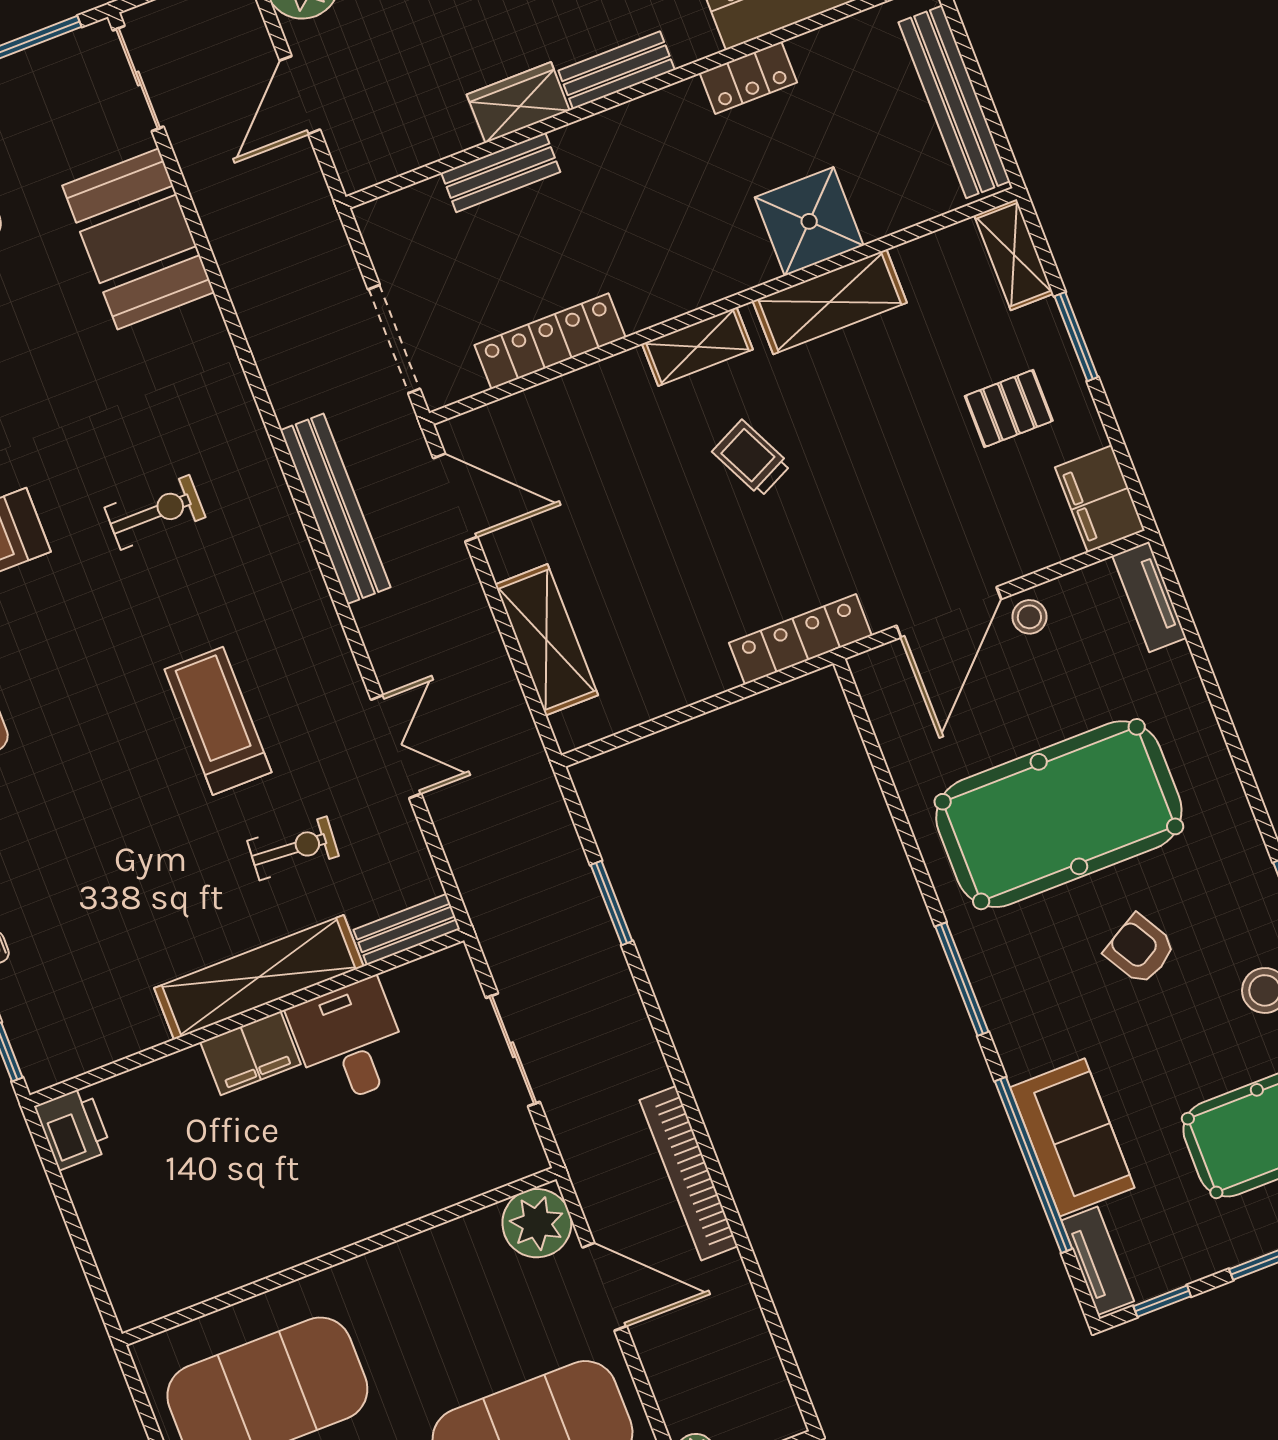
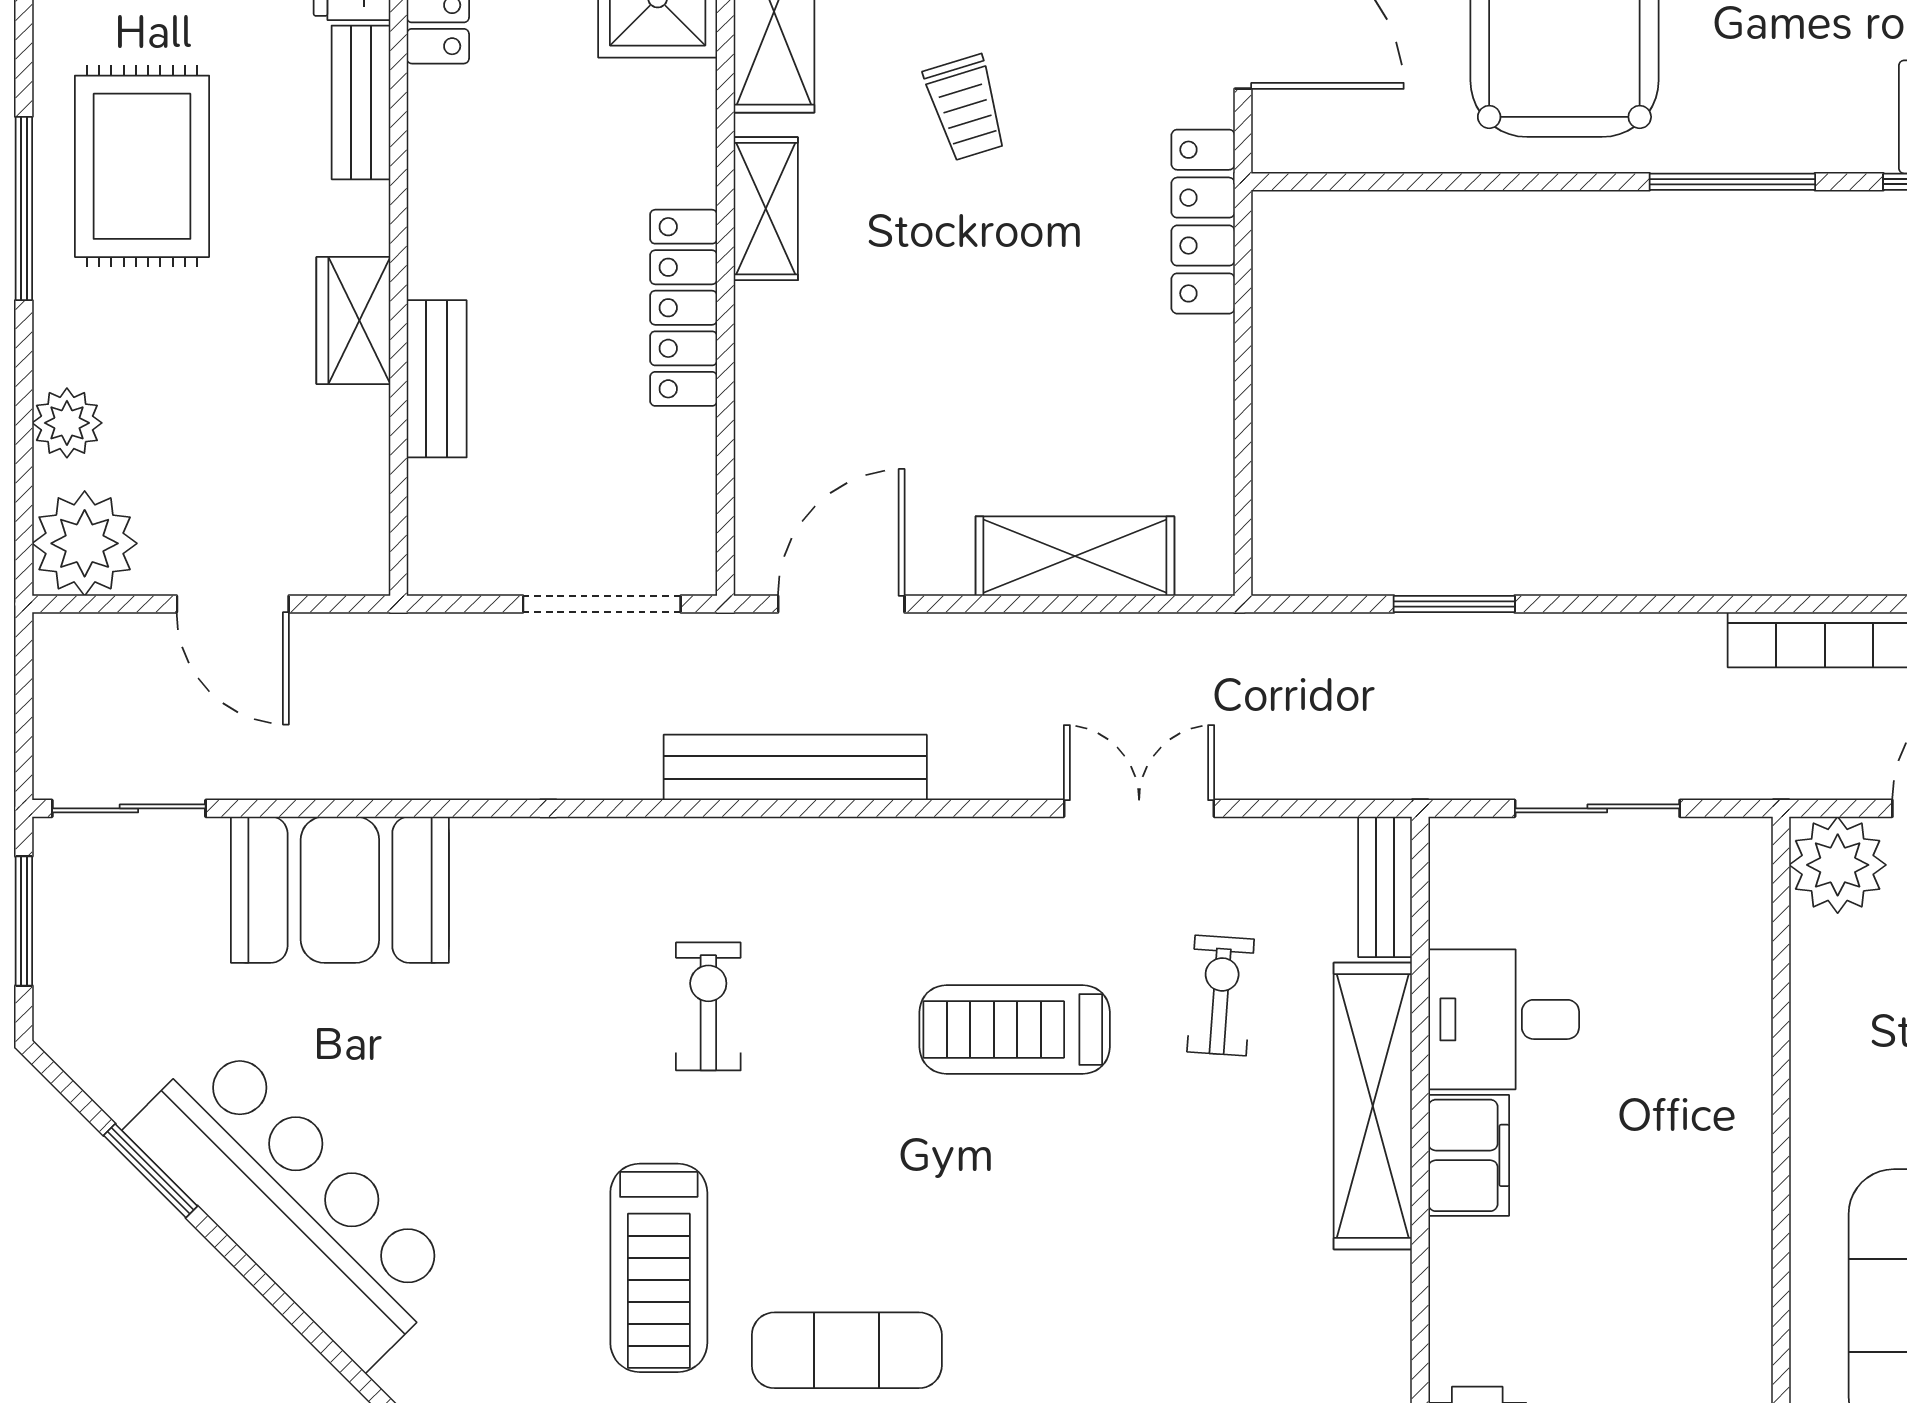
bench: (617, 70) -> (361, 102), moved
locker: (550, 341) -> (684, 308), moved
trolley: (751, 458) -> (966, 108), moved, turned -81

